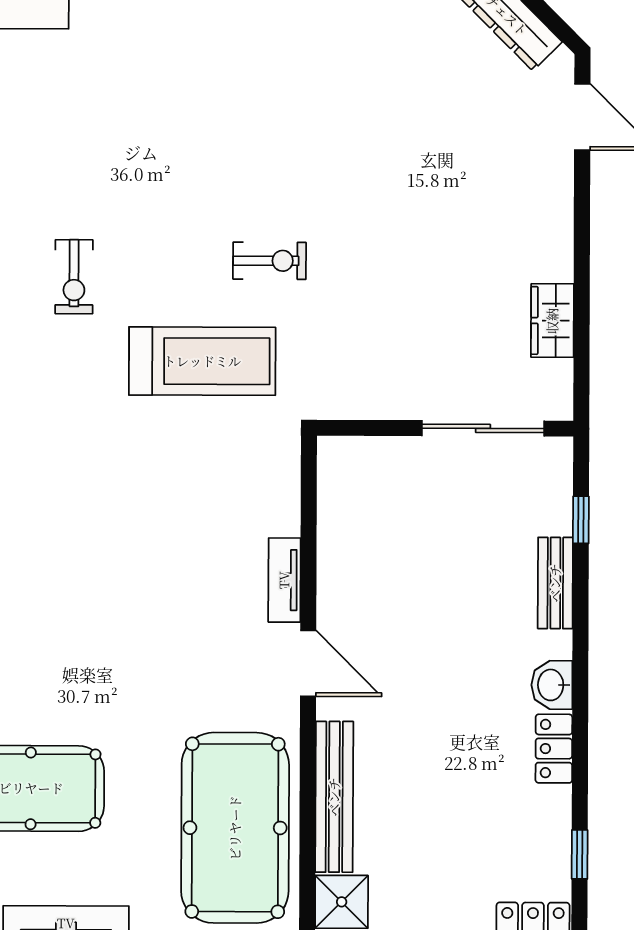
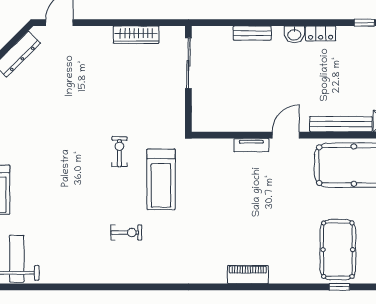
wardrobe: (552, 321) -> (136, 35), width x1.50
treadmill: (202, 361) -> (161, 179), turned 180
window: (581, 520) -> (226, 23), removed

